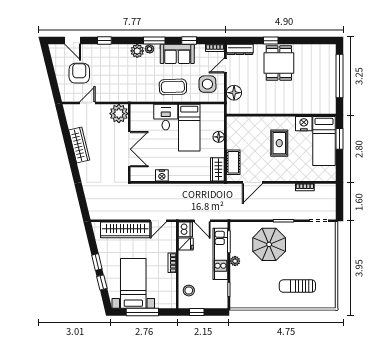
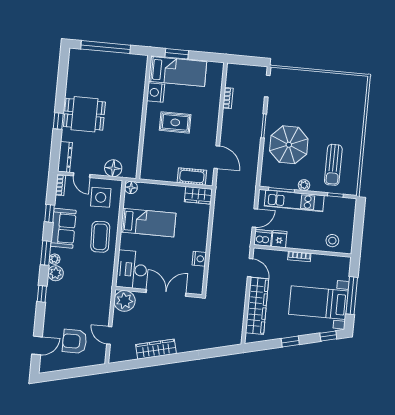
window: (104, 41) -> (42, 294), moved
desk: (166, 117) -> (132, 270), moved, width x1.37
floor lamp: (219, 137) -> (131, 187), moved
window: (102, 282) -> (328, 336), moved
sun lounger: (297, 286) -> (333, 165), moved
window: (197, 312) -> (358, 234), removed

